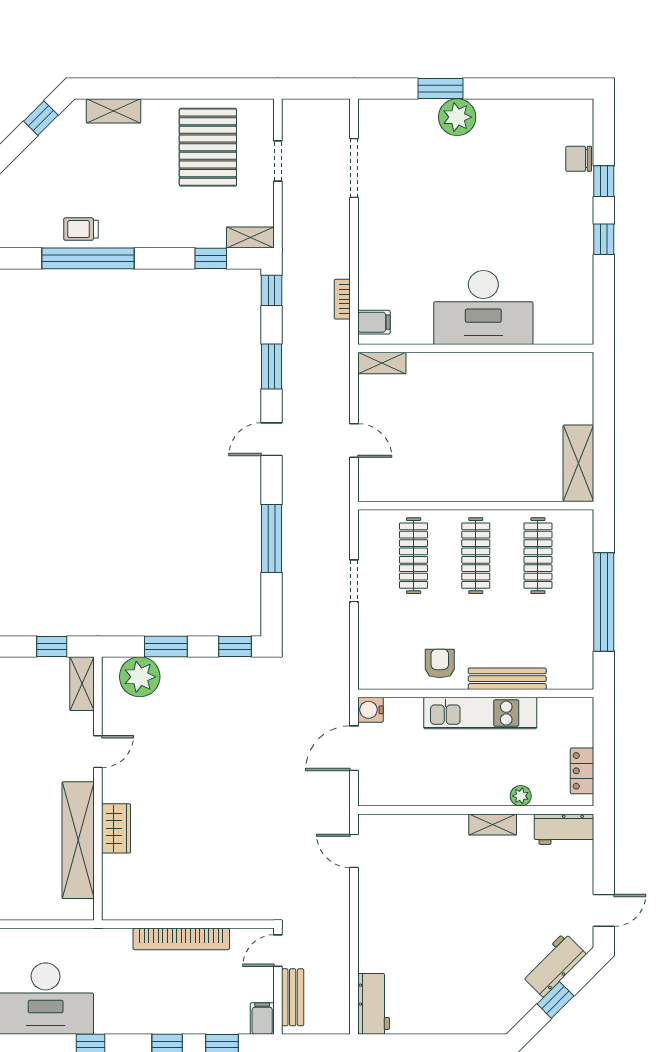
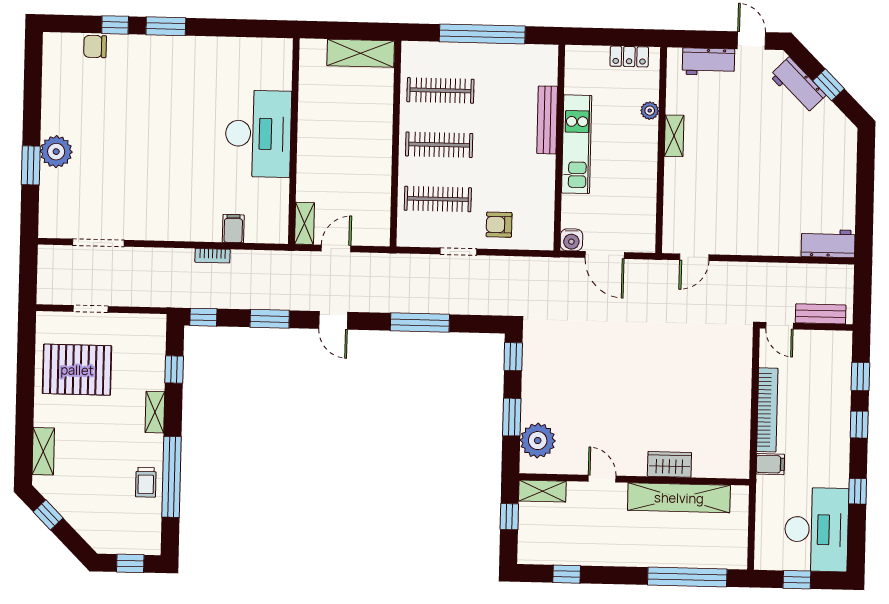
chair: (579, 159) -> (95, 46), turned 90
shelving: (250, 238) -> (155, 412), moved
window: (604, 239) -> (166, 26), width x1.50
desk: (483, 308) -> (258, 134), moved
wall: (476, 348) -> (294, 141), moved
shelving: (382, 363) -> (305, 223), moved
armchair: (440, 663) -> (499, 225), moved
workbench: (564, 829) -> (708, 62), moved, turned 90
filing cabinet: (262, 1019) -> (770, 464), moved, turned 180

